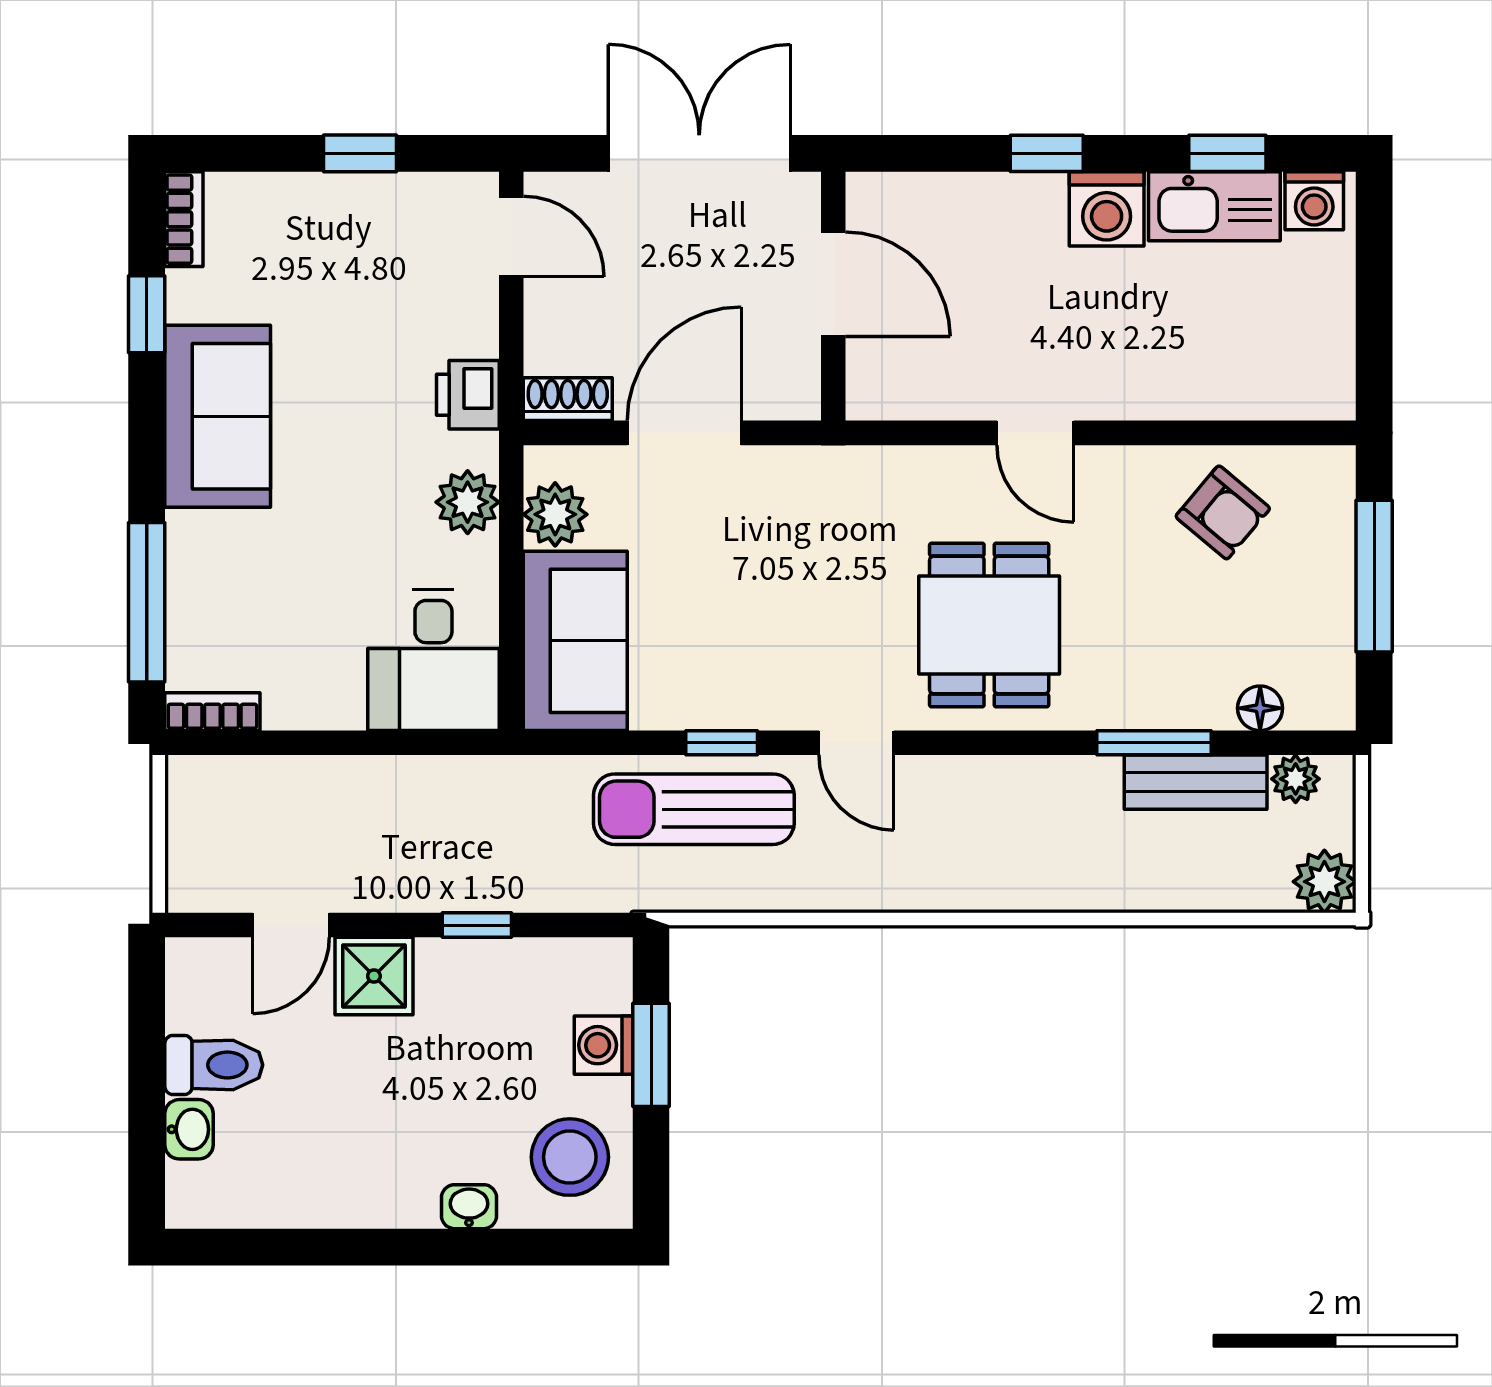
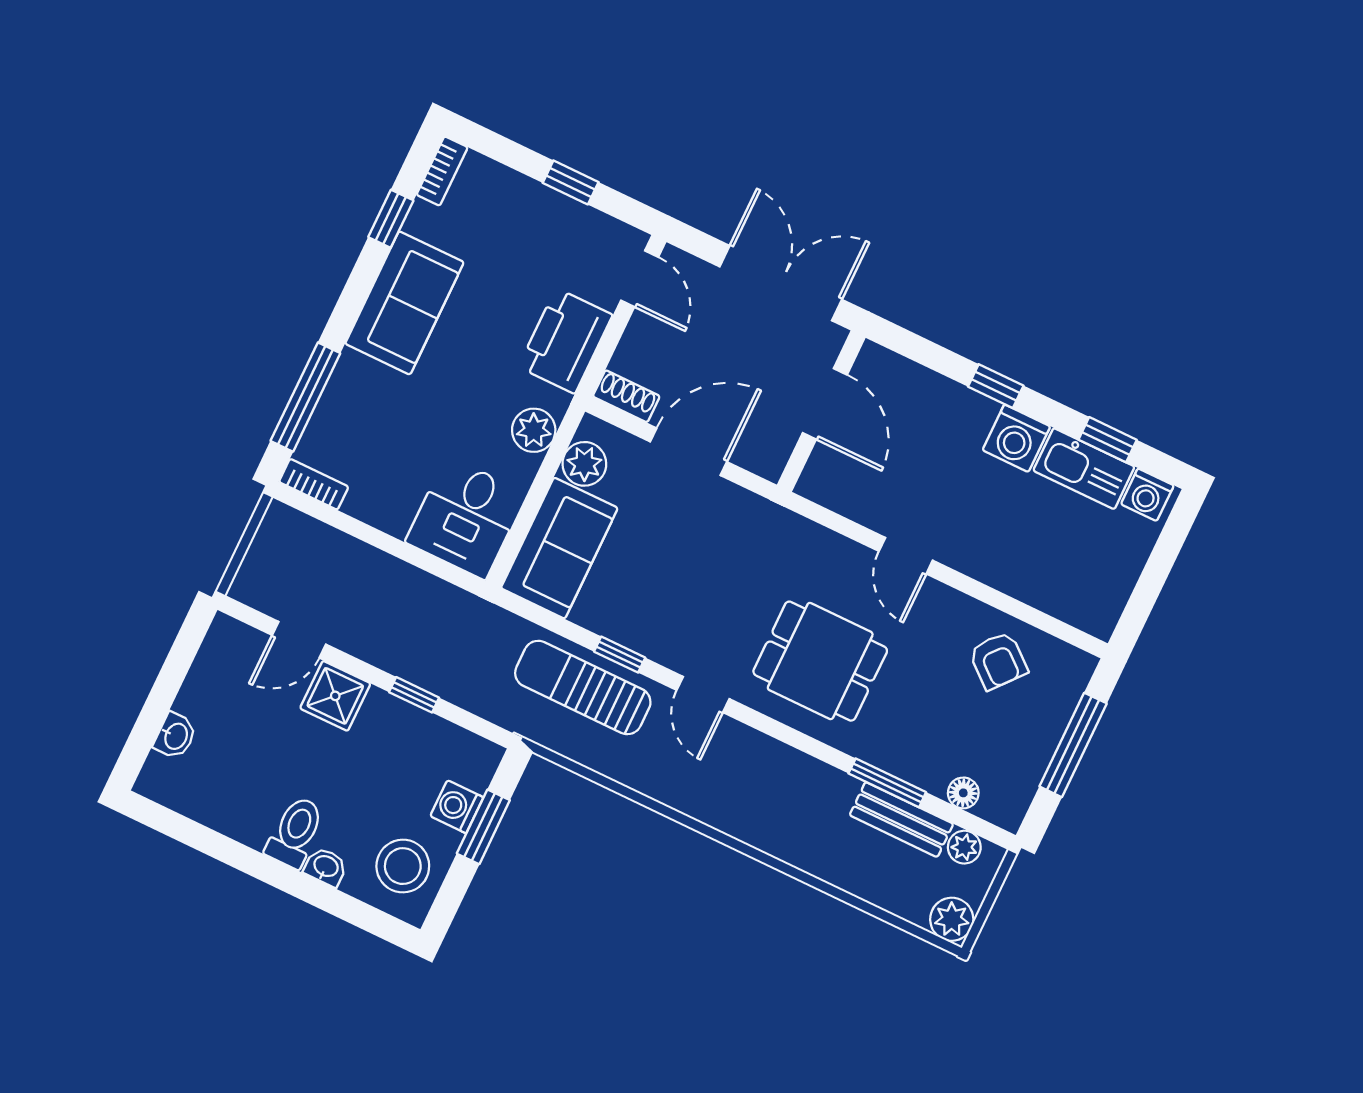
printer: (468, 395) -> (565, 341), width x1.87, depth x1.48
dining table: (989, 625) -> (820, 661), turned 90
toilet: (214, 1065) -> (295, 832), moved, turned -90

